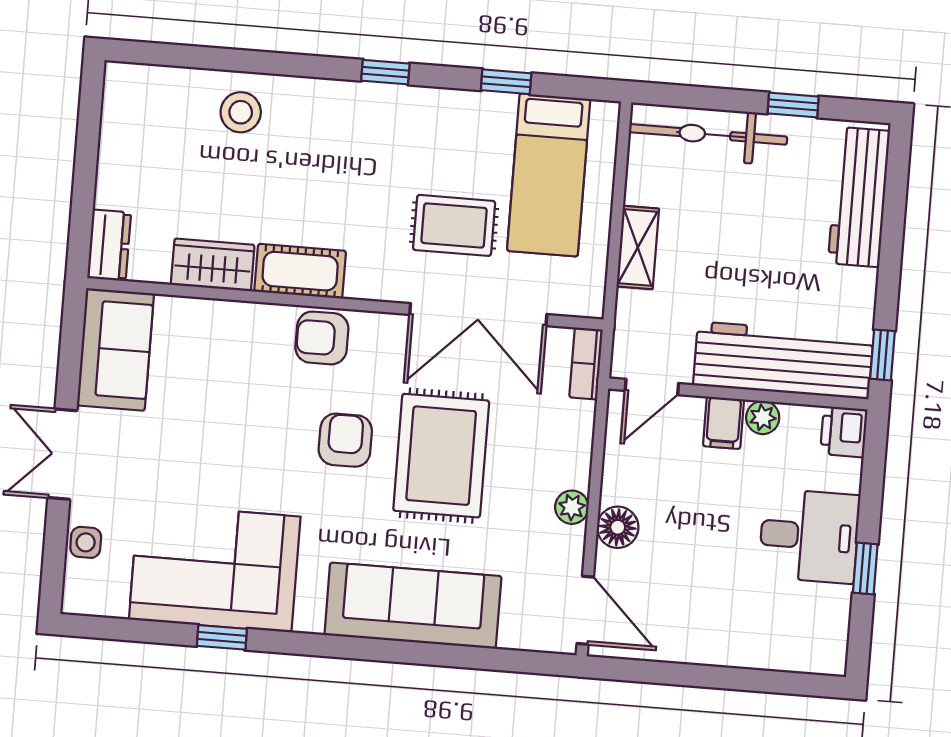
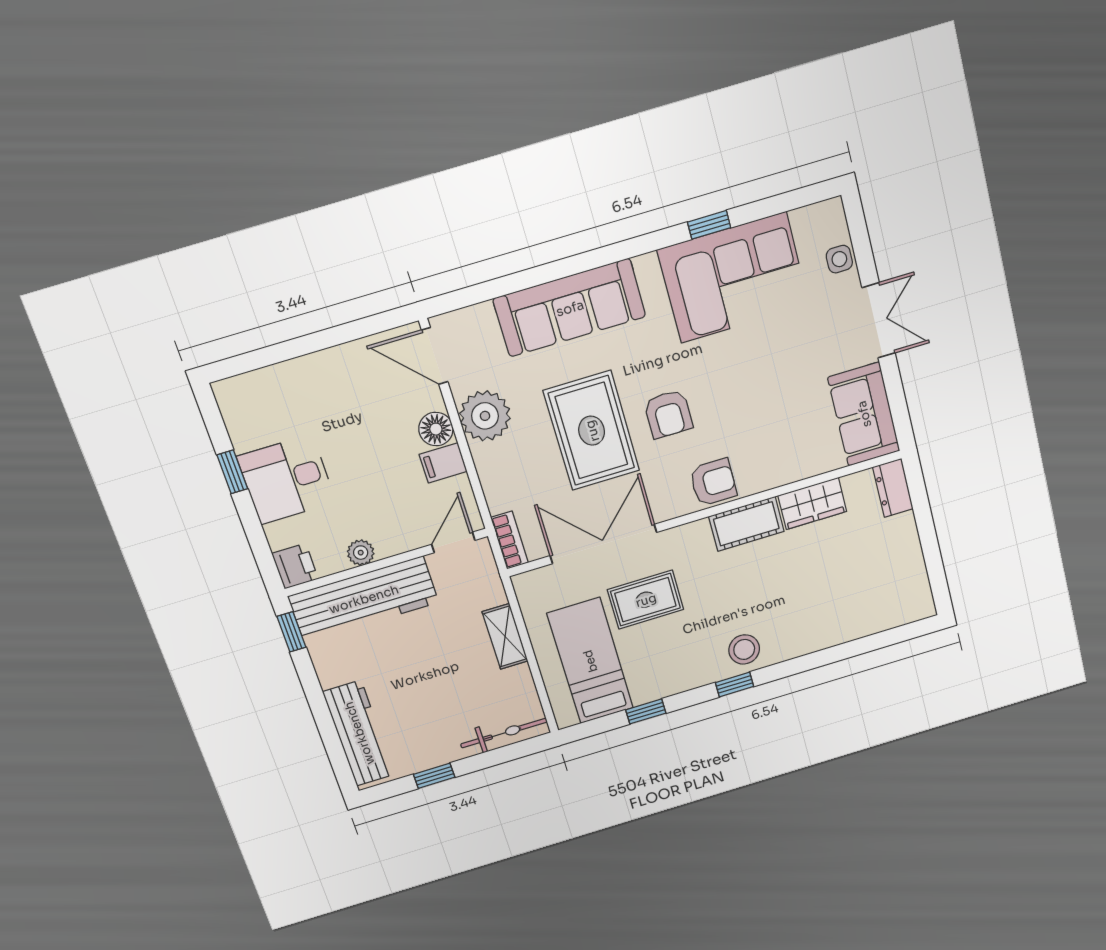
stool: (241, 112) -> (744, 649), moved
bicycle: (708, 134) -> (504, 733), width x0.73, depth x0.71
filing cabinet: (724, 423) -> (443, 463), moved, turned -90
plant: (572, 507) -> (485, 416), width x1.88, depth x1.88

